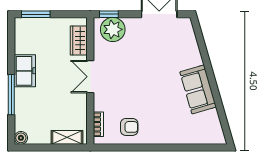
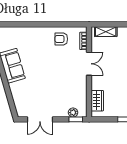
plant: (113, 29) -> (73, 113), width x0.53, depth x0.53
double door: (90, 77) -> (89, 64), moved

